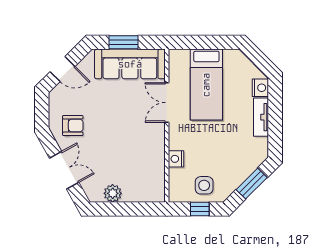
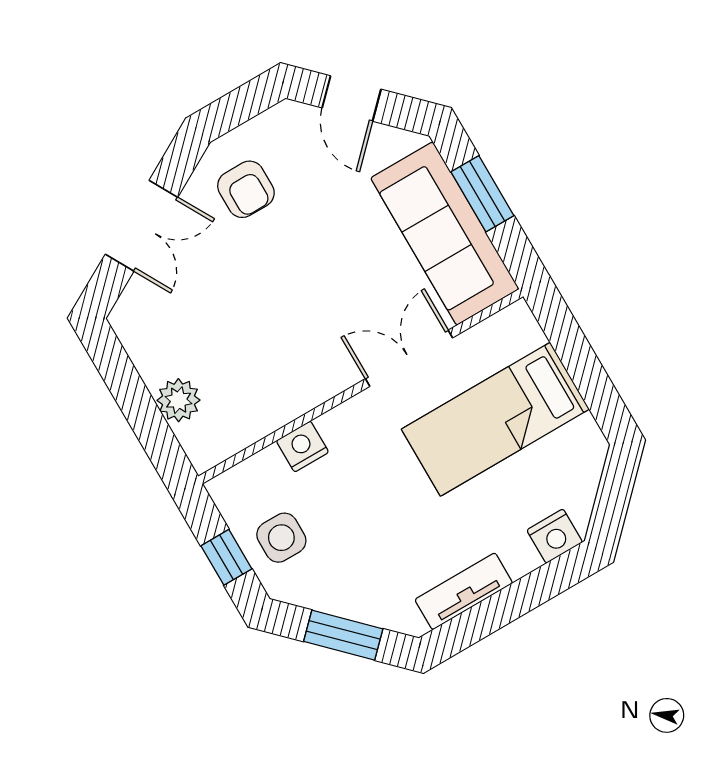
tv unit: (261, 117) -> (464, 591), moved
plant: (113, 193) -> (179, 400), moved

